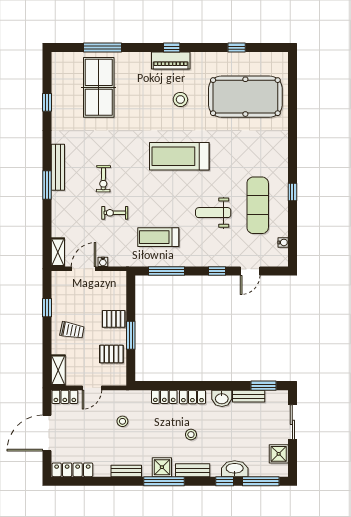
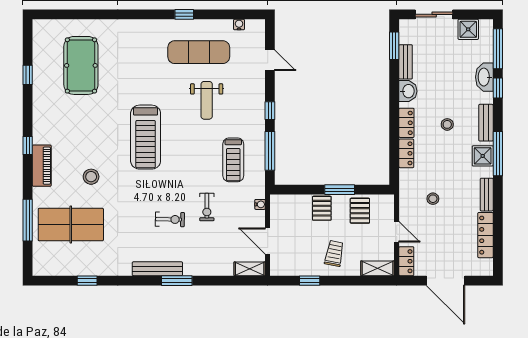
piano: (171, 61) -> (42, 166), moved
pool table: (245, 97) -> (81, 65), width x0.73, depth x0.76
stool: (180, 99) -> (91, 177), moved
water cooler: (103, 262) -> (260, 204), moved
window: (217, 271) -> (270, 111), moved
locker: (72, 470) -> (485, 235), moved

